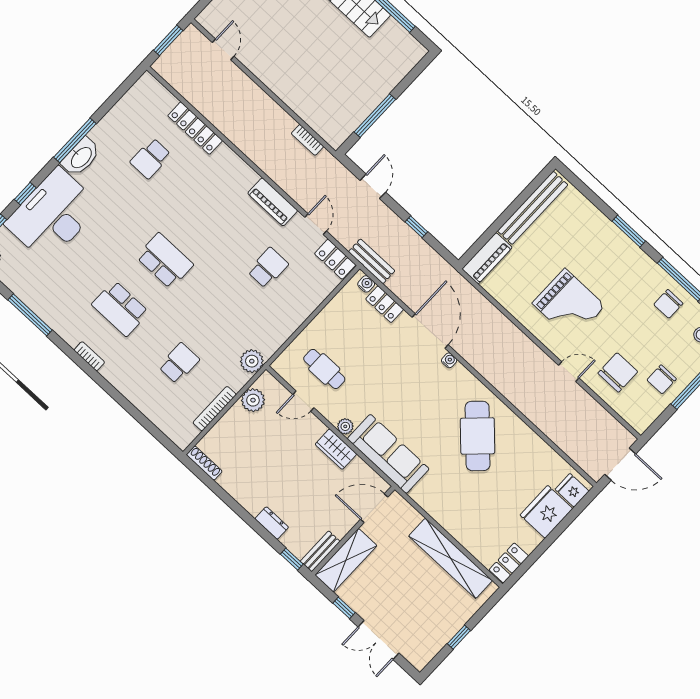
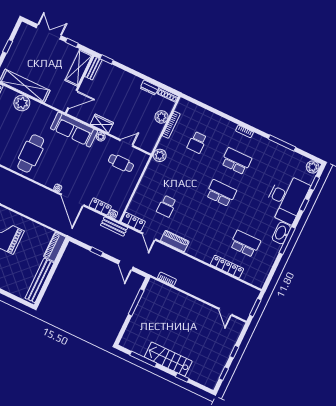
school desk: (151, 158) -> (245, 244), width x1.85
school desk: (165, 261) -> (221, 193), turned 180
plant: (253, 400) -> (162, 117), moved
cafe table: (478, 436) -> (31, 153), turned 44
dresser: (272, 523) -> (149, 87), moved
plant: (465, 529) -> (22, 103), added

